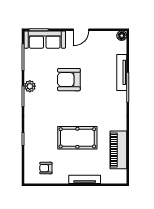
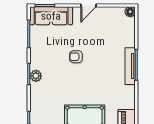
tv unit: (122, 72) -> (130, 66), moved
armchair: (69, 80) -> (76, 57), width x0.53, depth x0.53
plant: (30, 86) -> (36, 76), moved

